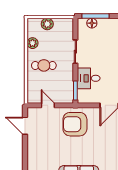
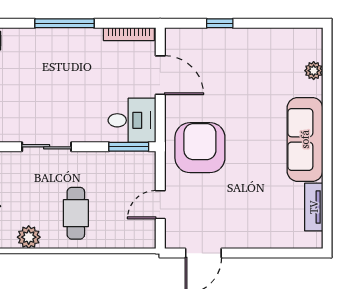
desk: (89, 78) -> (132, 120), moved, turned -90
armchair: (75, 124) -> (200, 148), turned 180

